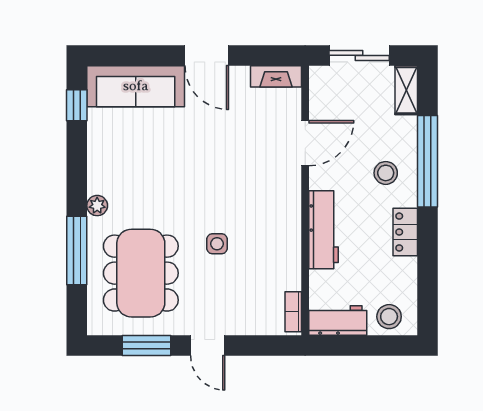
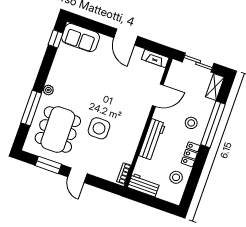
sofa: (136, 86) -> (81, 38), width x0.73
side table: (217, 244) -> (99, 128), width x1.87, depth x1.87
stool: (389, 317) -> (176, 177), moved

